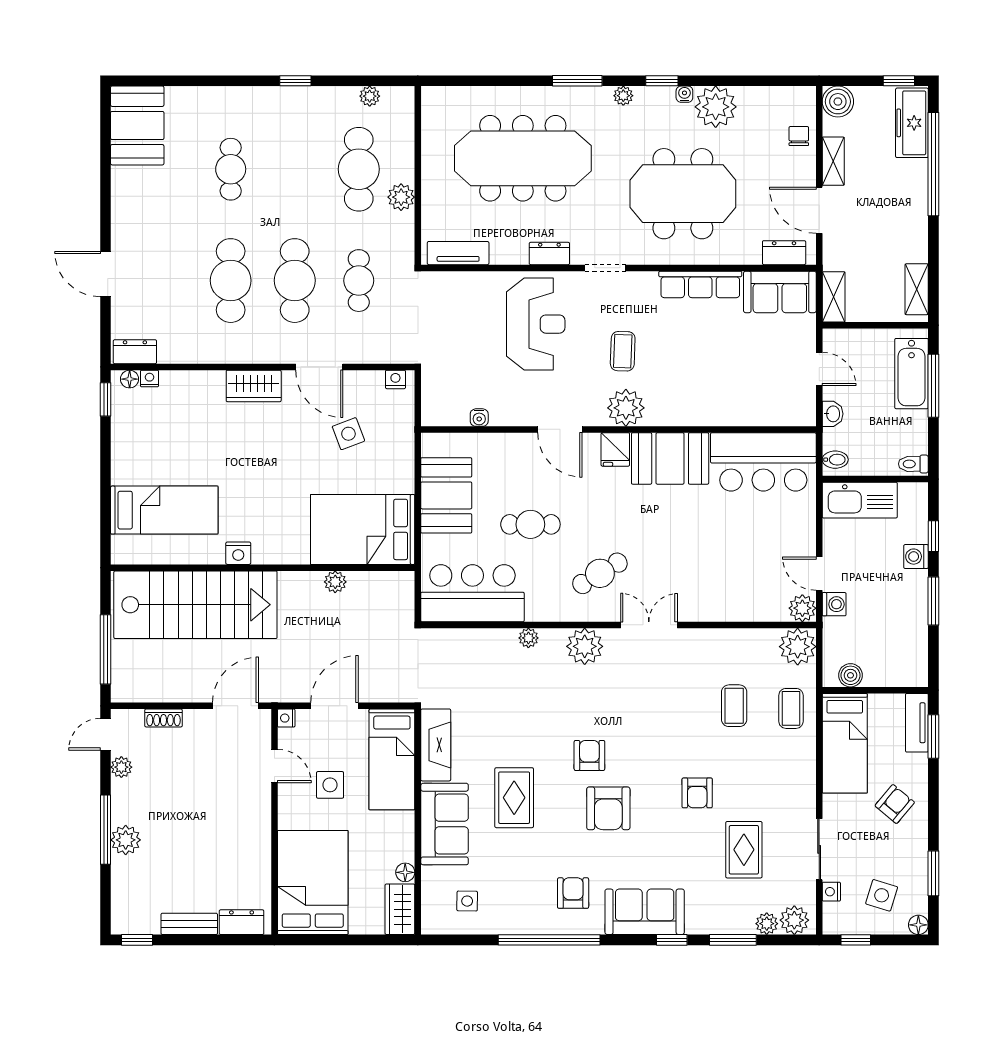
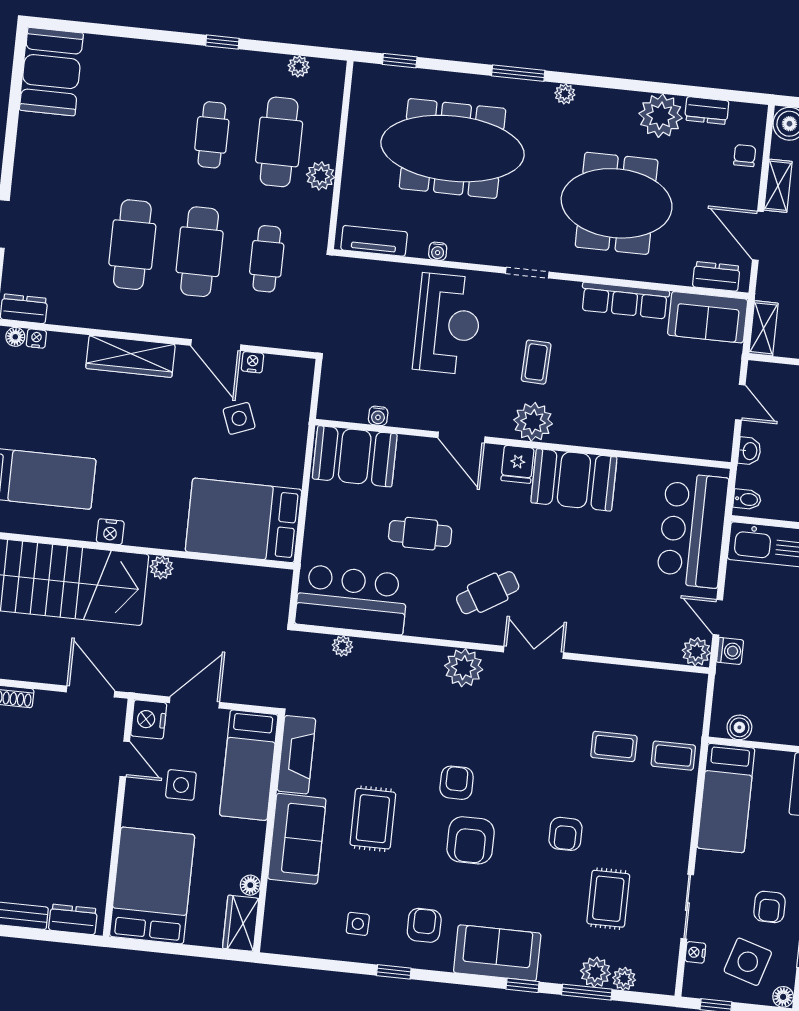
window: (662, 81) -> (400, 61), moved
water cooler: (684, 94) -> (438, 251), moved, turned 180
cafe table: (231, 169) -> (212, 135), moved
dresser: (549, 253) -> (707, 110), moved, turned 180
nightstand: (395, 379) -> (252, 362), moved
wardrobe: (254, 386) -> (130, 356), width x1.50
bar counter: (763, 462) -> (693, 530), moved, turned 90
booth: (446, 495) -> (355, 456), moved, turned 90
plant: (335, 582) -> (162, 567), moved
plant: (528, 638) -> (342, 646), moved
plant: (798, 647) -> (687, 691), removed
door: (236, 706) -> (91, 692), hinge flipped
coffee table: (734, 706) -> (614, 746), turned 90
coffee table: (791, 708) -> (673, 756), turned 90
nightstand: (286, 718) -> (149, 719), width x1.89, depth x1.79
armchair: (895, 804) -> (769, 907), moved, turned 140
side table: (882, 895) -> (748, 962), width x1.37, depth x1.37
side table: (467, 901) -> (358, 924), moved
plant: (794, 920) -> (596, 972), moved
window: (549, 940) -> (394, 972), width x0.32

